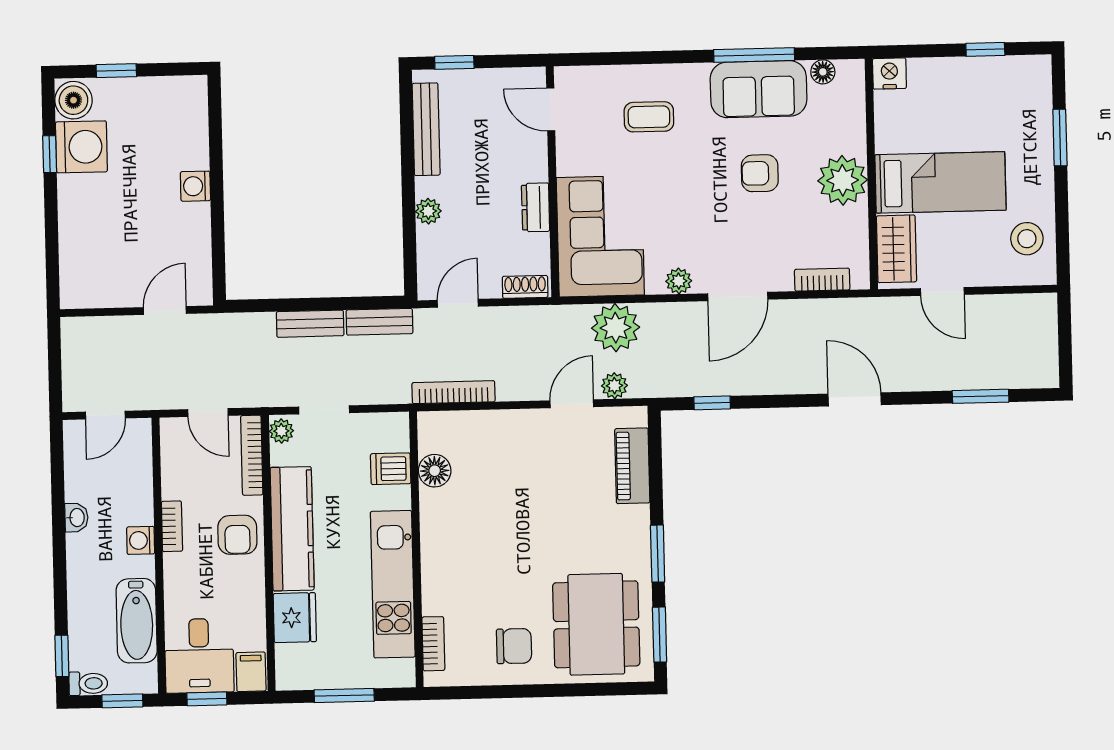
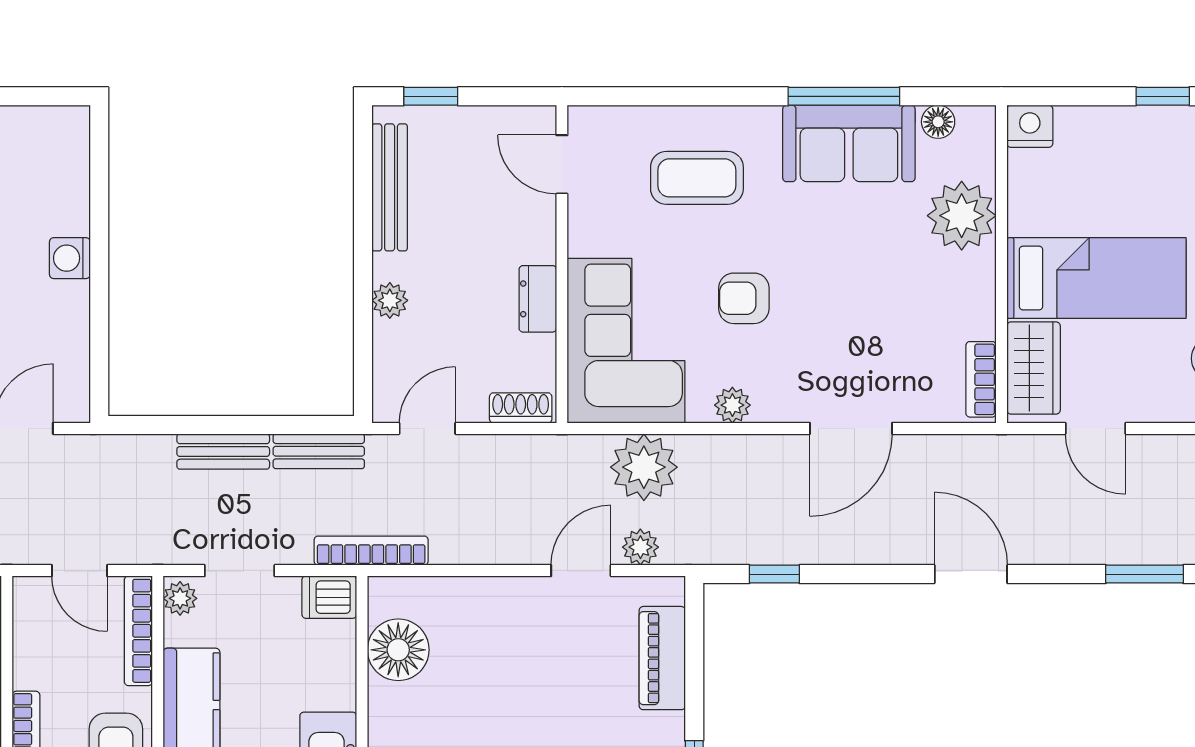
coffee table: (649, 117) -> (697, 178), width x1.36, depth x1.30
armchair: (760, 173) -> (744, 298), moved
plant: (843, 180) -> (962, 216), moved
bookcase: (822, 280) -> (981, 379), moved, turned -90
door: (738, 297) -> (851, 428), moved
bookcase: (454, 392) -> (371, 551), moved
dishwasher: (391, 469) -> (329, 597), moved
floor lamp: (435, 471) -> (398, 650), width x1.38, depth x1.38

